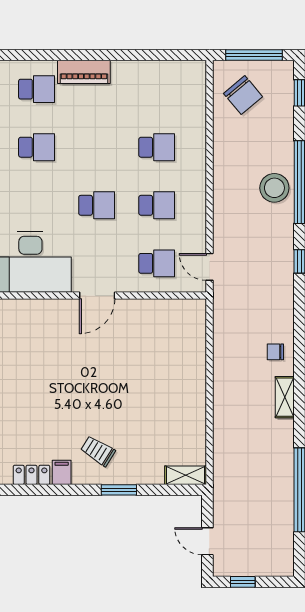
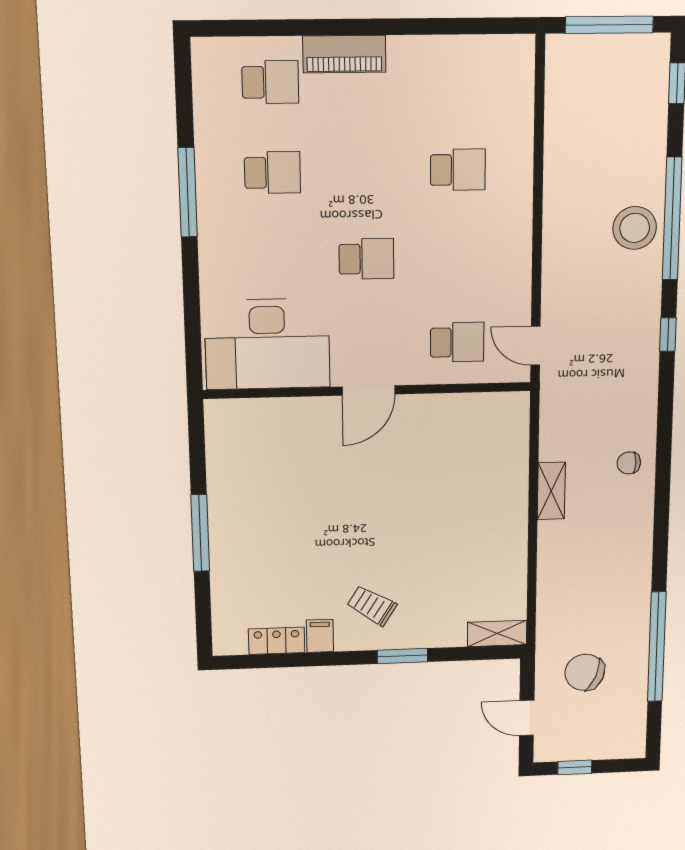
chair: (243, 95) -> (585, 672), moved, turned 152
school desk: (157, 205) -> (457, 257), removed
shelving: (285, 397) -> (551, 491), moved

